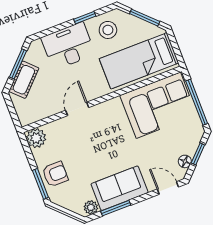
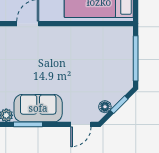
corner sofa: (158, 105) -> (101, 48), removed
door: (168, 188) -> (81, 124), swing flipped

